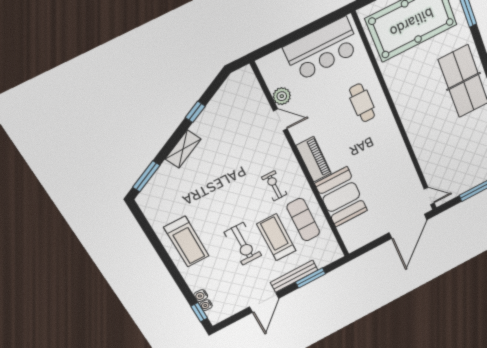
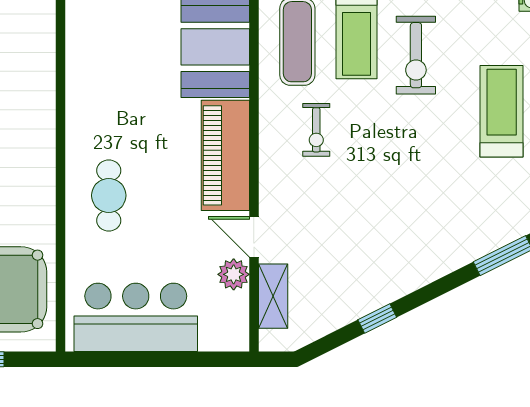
shelving: (183, 149) -> (273, 296), moved, turned -63
piano: (314, 159) -> (225, 155), width x1.37, depth x1.33
exercise bike: (243, 244) -> (416, 55), turned 180

